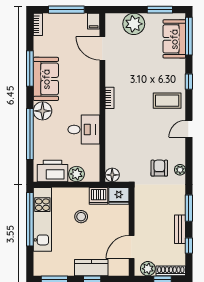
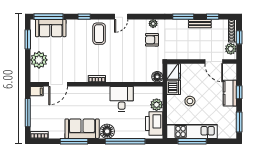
door: (189, 129) -> (121, 17), hinge flipped
window: (30, 219) -> (192, 141), width x0.68

